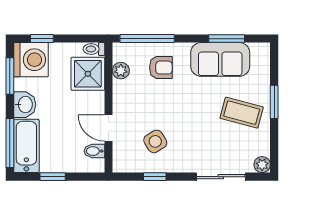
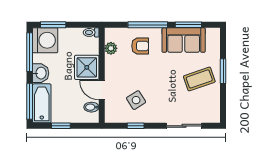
window: (42, 39) -> (53, 25), width x1.50
window: (147, 39) -> (148, 25), moved
shower: (88, 74) -> (87, 67), moved
window: (10, 76) -> (30, 52), width x1.44
coffee table: (242, 113) -> (199, 79), turned -34
plant: (262, 165) -> (214, 117), removed

